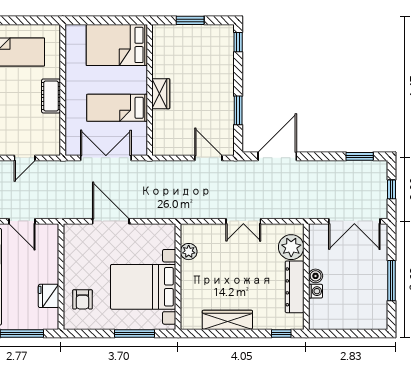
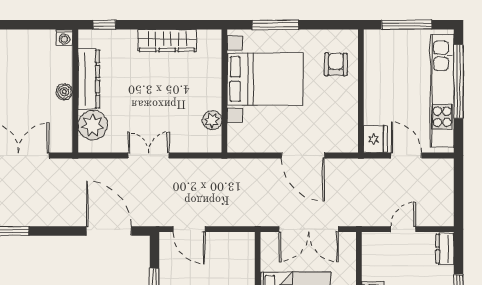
door: (277, 156) -> (109, 231), swing flipped
washing machine: (316, 291) -> (64, 37), moved, turned -90
fridge: (49, 296) -> (375, 139), moved

